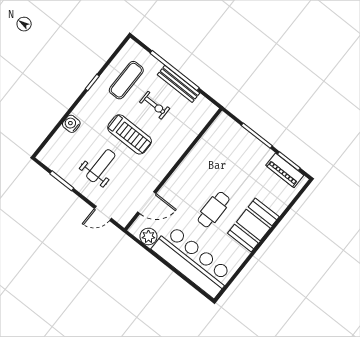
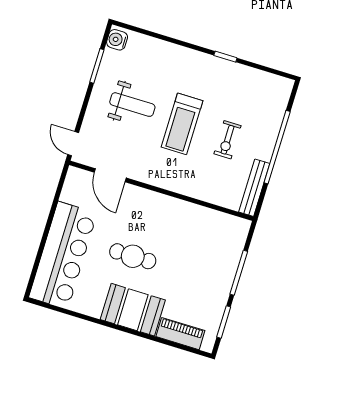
exercise mat: (126, 80) -> (244, 95), removed
bench: (179, 84) -> (254, 188), moved
water cooler: (71, 124) -> (117, 40), moved, turned -90
piano: (285, 170) -> (180, 334), moved, turned 90
door: (103, 213) -> (73, 144), moved
plant: (148, 236) -> (72, 193), removed

